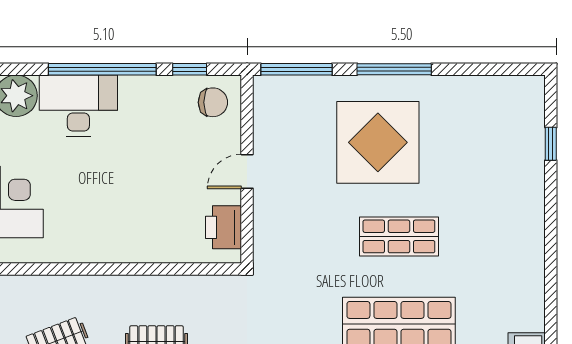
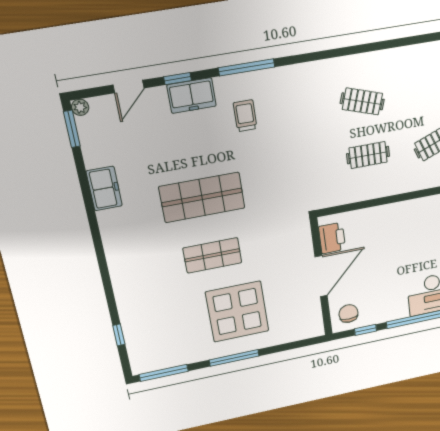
window: (296, 69) -> (164, 373), moved
chair: (213, 102) -> (348, 313), turned 90
door: (247, 171) -> (321, 276), width x1.87

